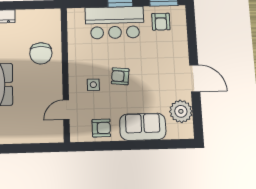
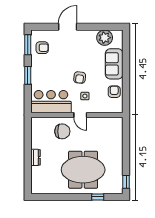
bar counter: (115, 23) -> (51, 102), moved, turned -90
door: (195, 78) -> (68, 27), moved
door: (66, 110) -> (80, 115), moved

